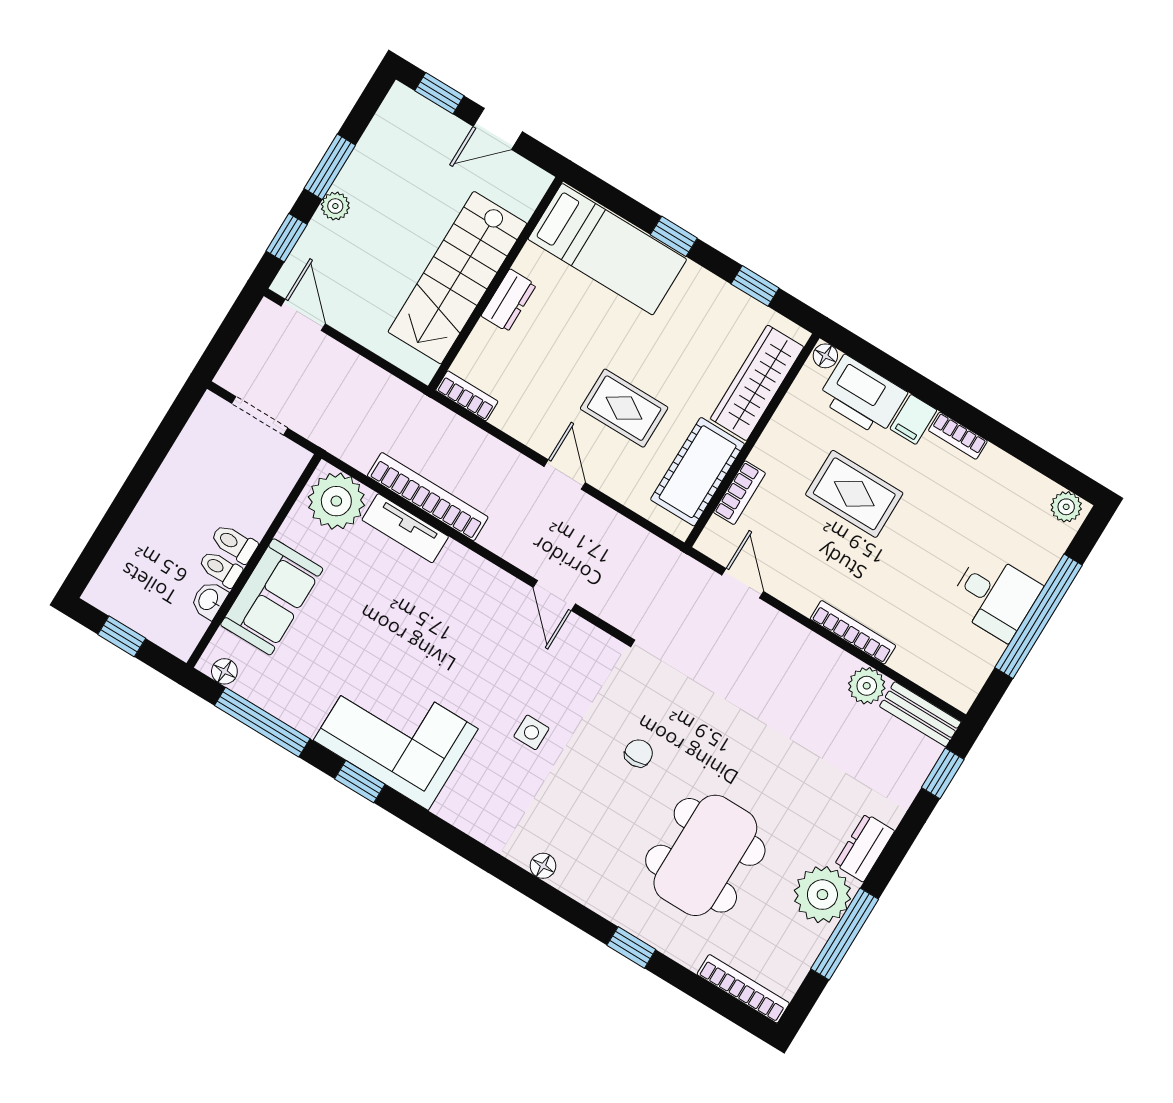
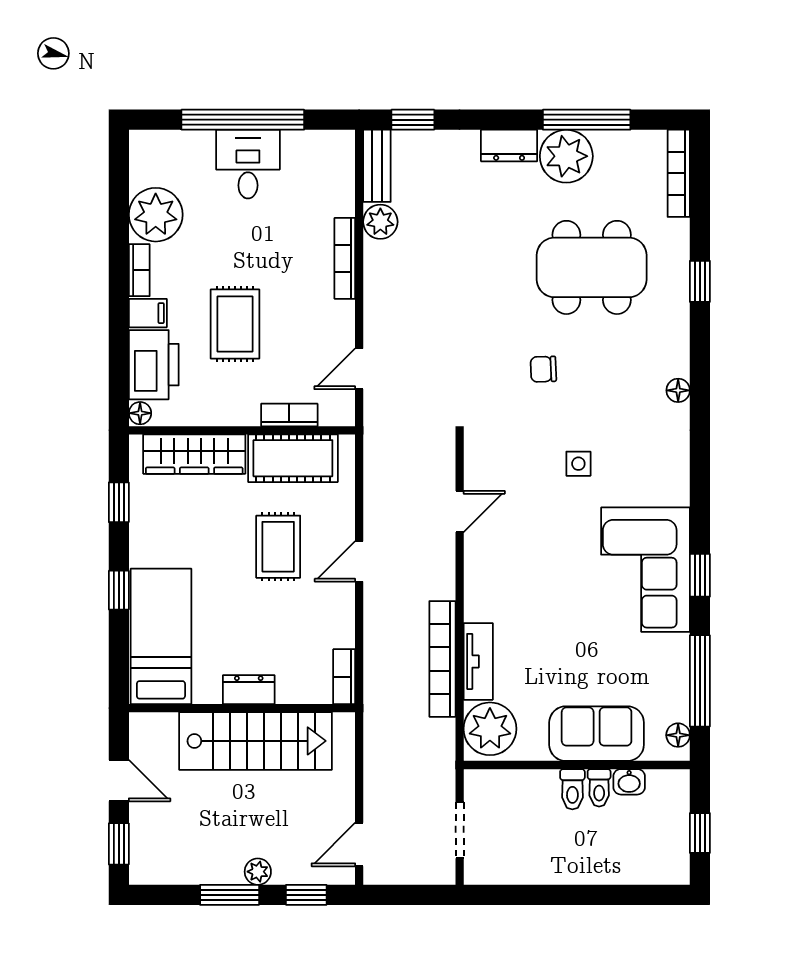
plant: (1066, 507) -> (156, 215), moved, width x1.88, depth x1.88

